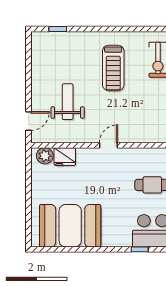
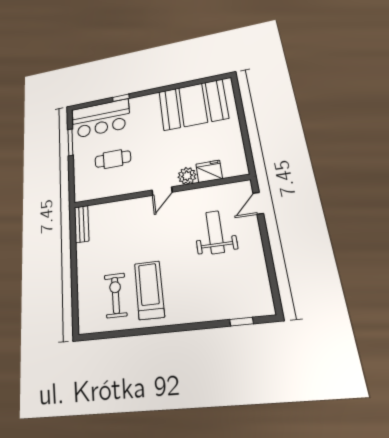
treadmill: (113, 68) -> (149, 290), moved
weight bench: (68, 102) -> (215, 232), turned 180
plant: (45, 156) -> (187, 176), moved

